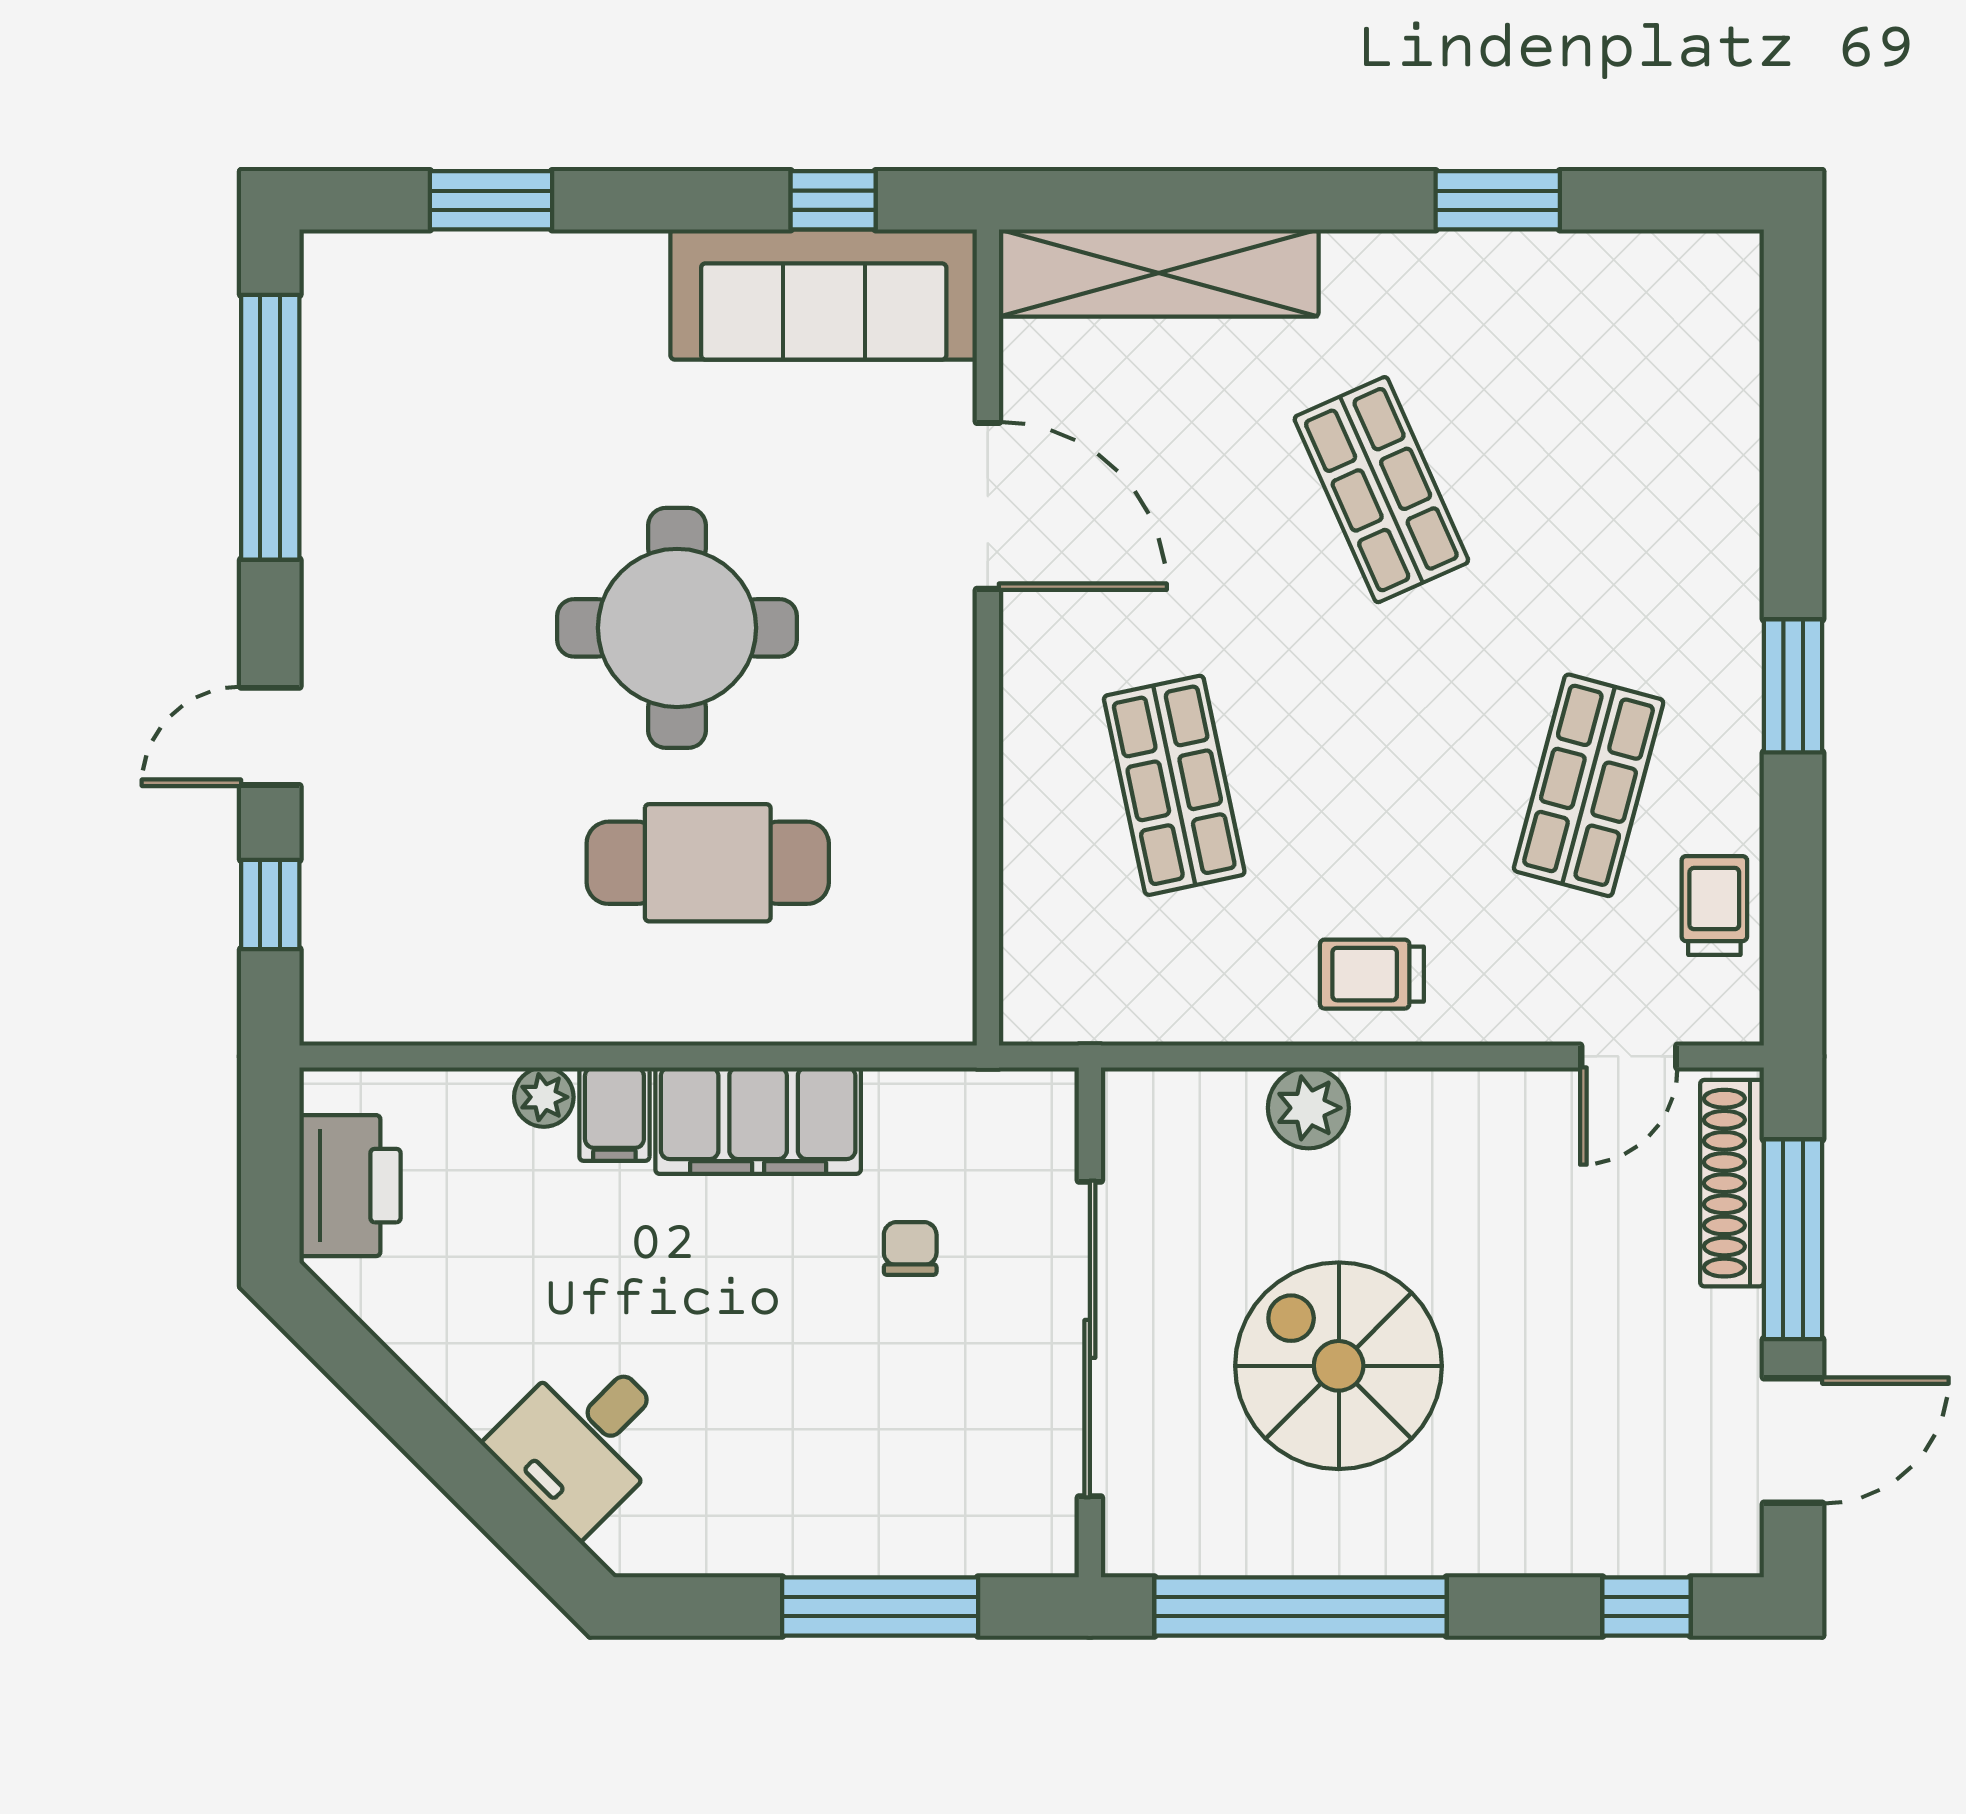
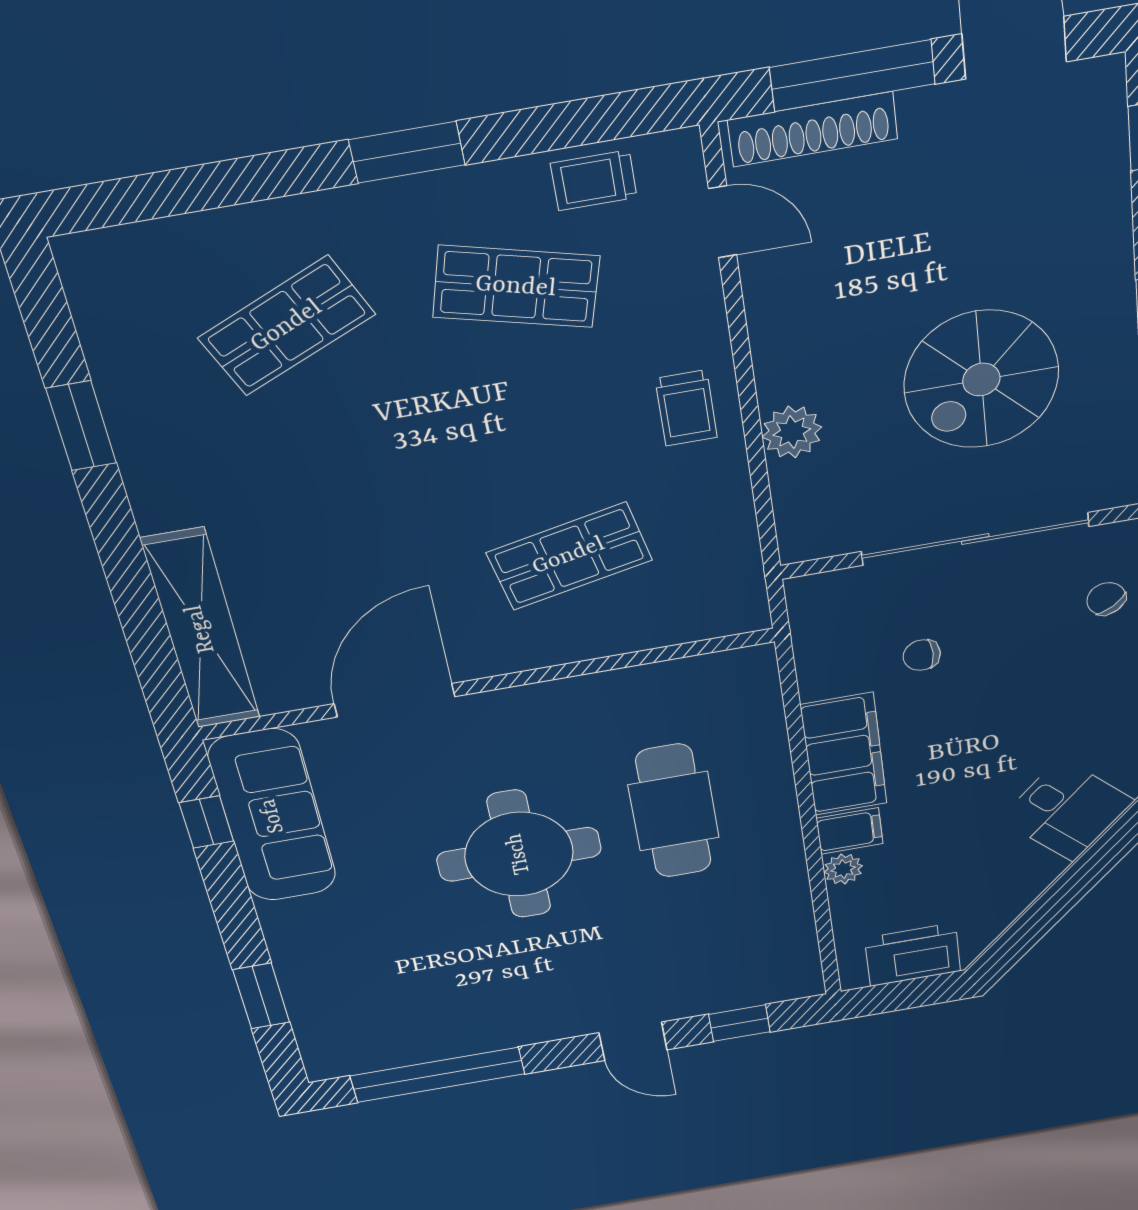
shop shelf: (1381, 490) -> (287, 326), moved
chair: (952, 1516) -> (1106, 599), added

